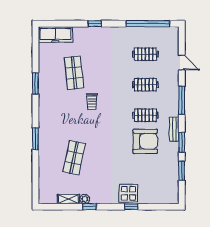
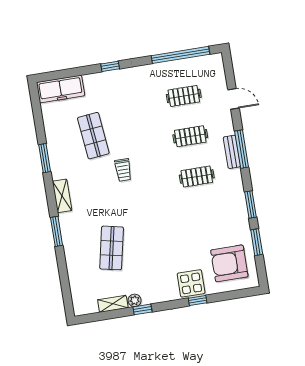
shelving: (44, 113) -> (62, 196), added
bench: (174, 129) -> (232, 152), moved
armchair: (145, 141) -> (229, 263), moved, turned 180

